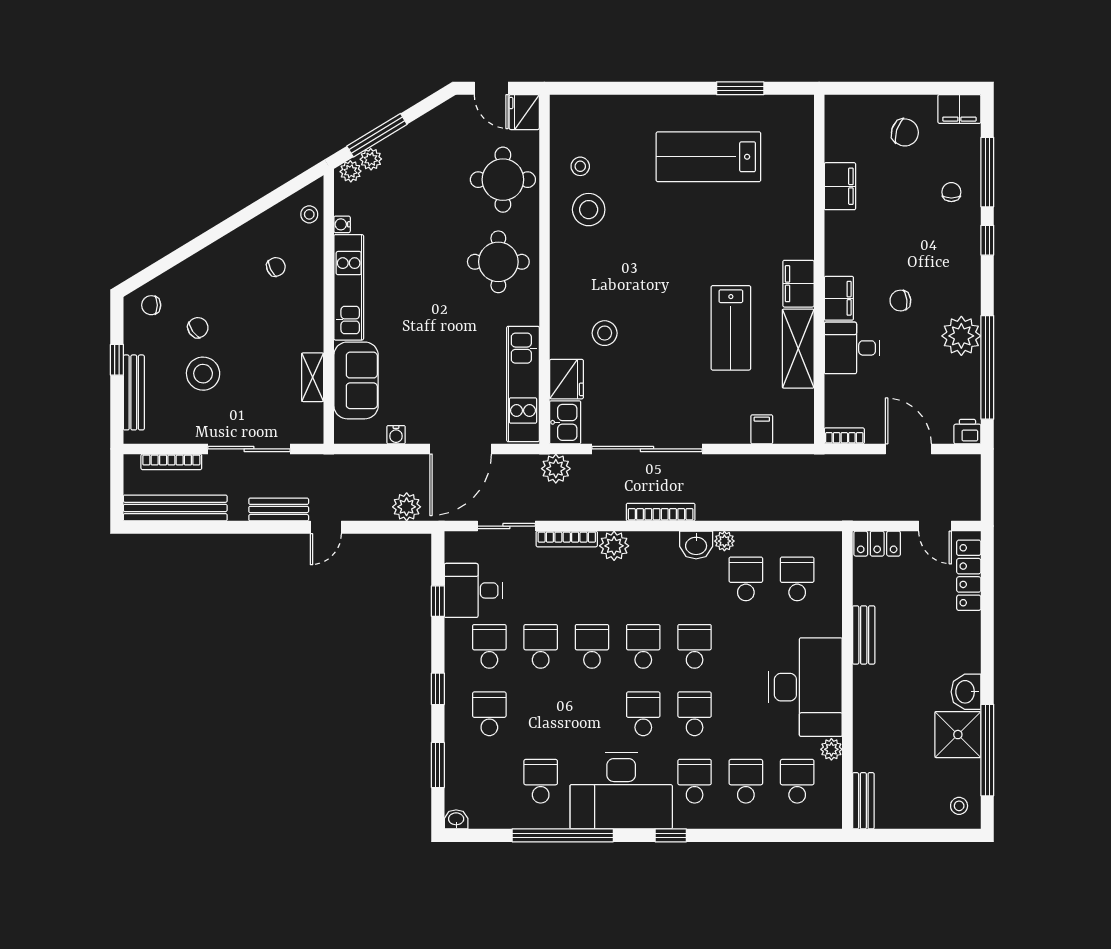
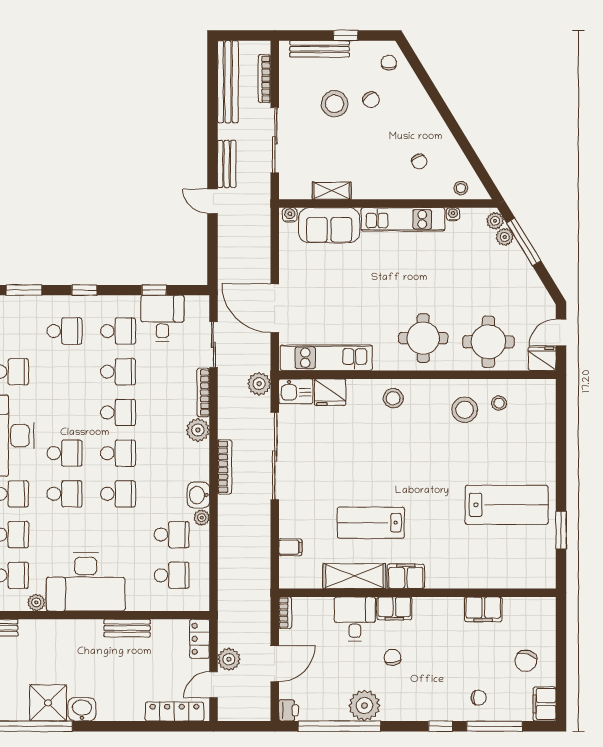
lab bench: (708, 157) -> (507, 505), turned 90
stool: (605, 333) -> (393, 398), moved
water cooler: (396, 435) -> (290, 215), moved, turned 90
plant: (407, 507) -> (229, 659), moved

